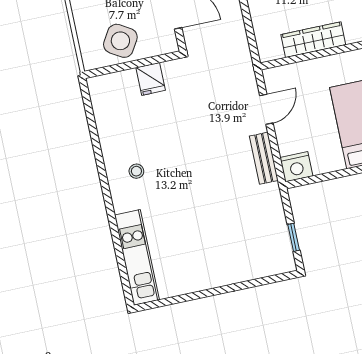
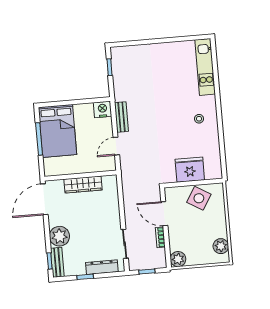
fridge: (151, 79) -> (190, 170), width x1.88, depth x1.34

